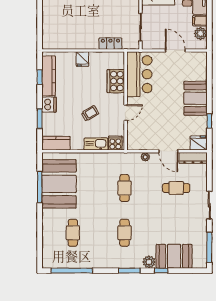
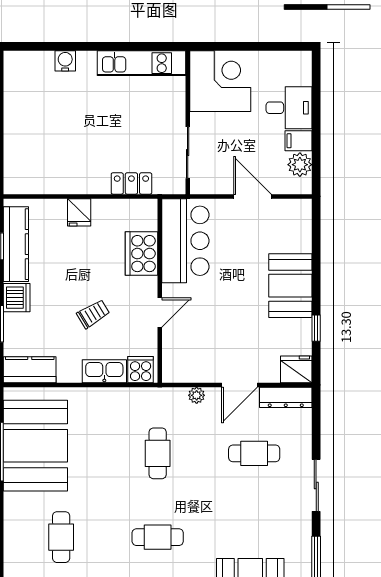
door: (168, 151) -> (240, 385), hinge flipped
cafe table: (124, 233) -> (158, 537), turned 90

